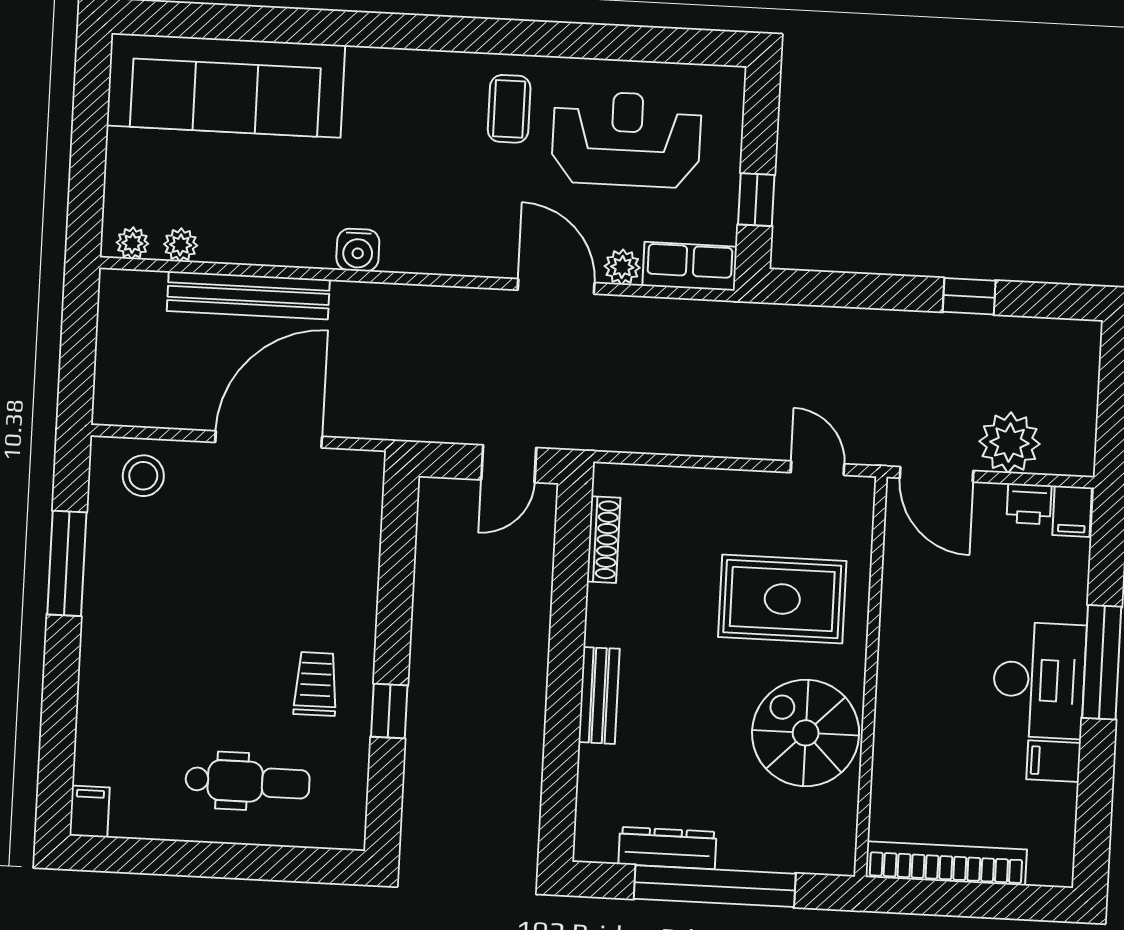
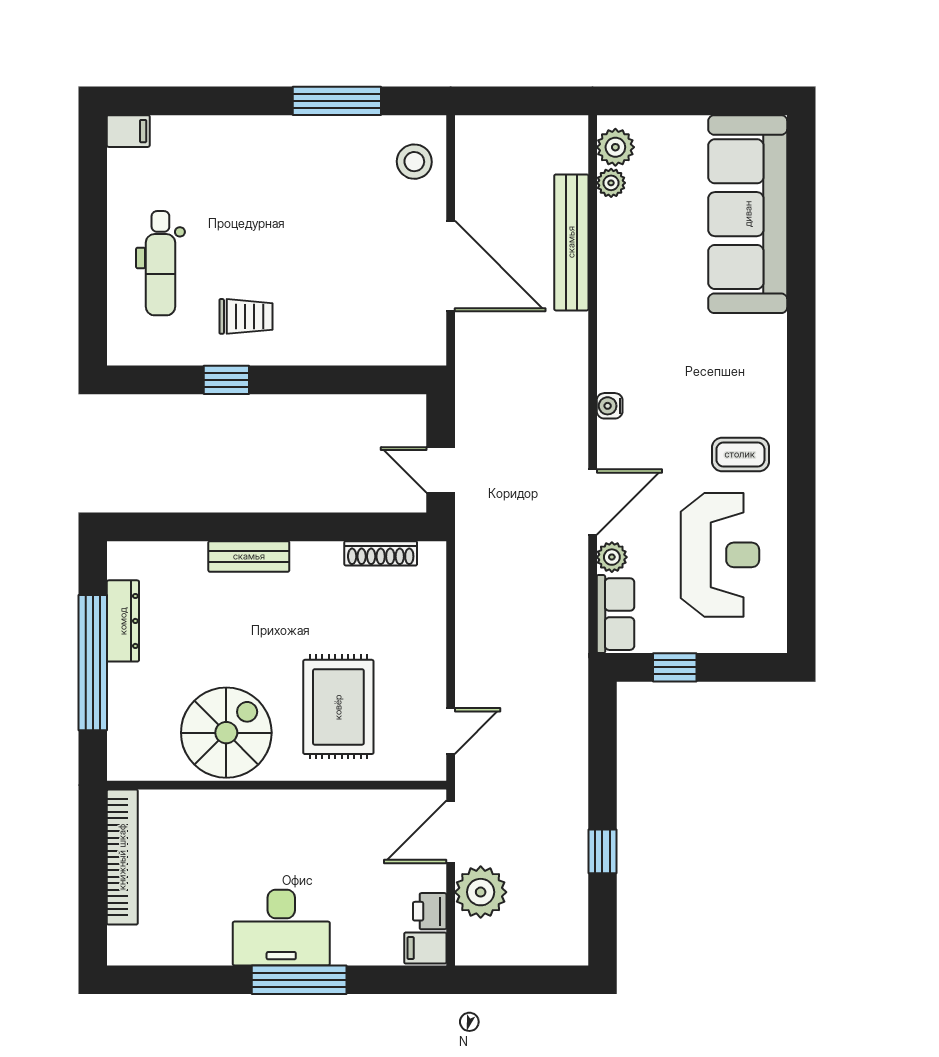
plant: (132, 243) -> (615, 147), width x1.38, depth x1.38
water cooler: (358, 250) -> (610, 406), moved, width x0.72, depth x0.72
filing cabinet: (1054, 761) -> (213, 943), removed

